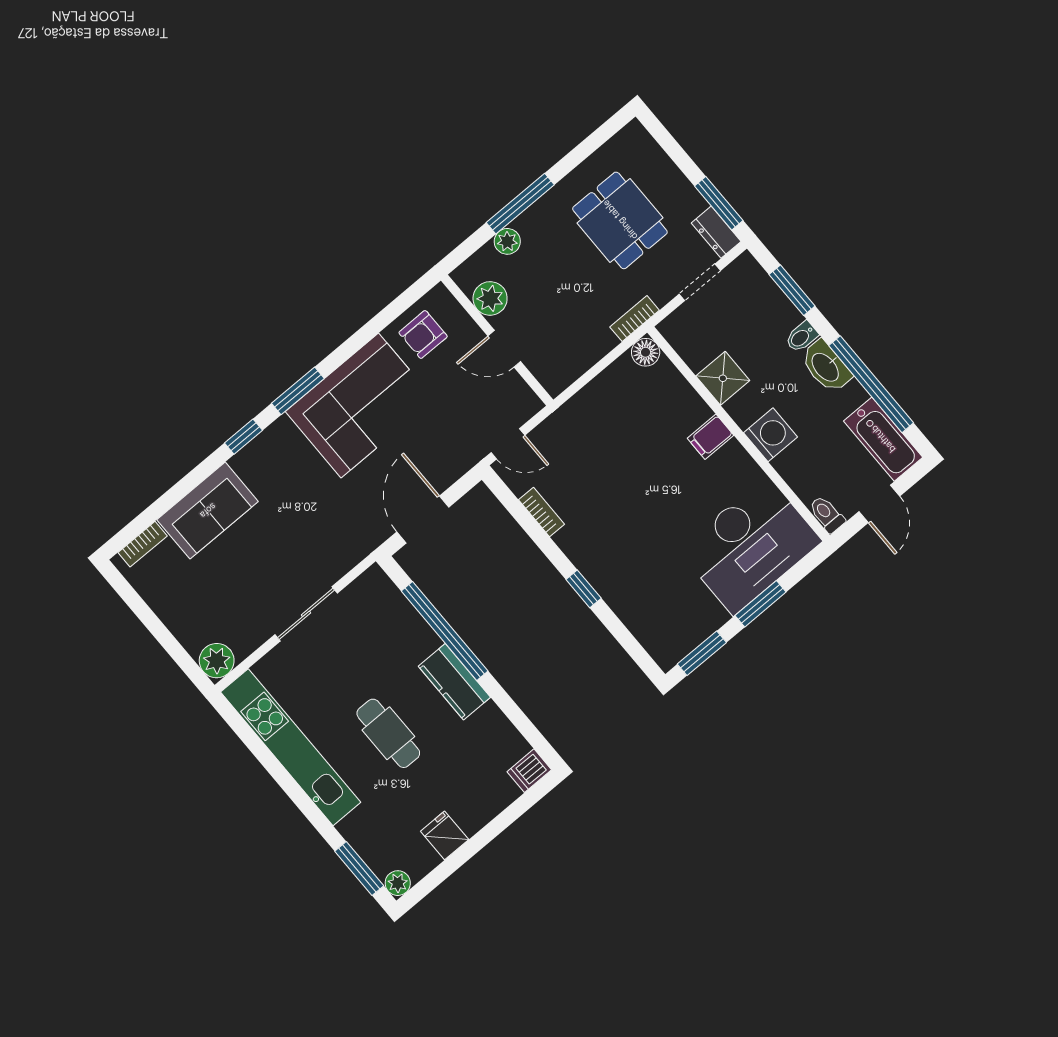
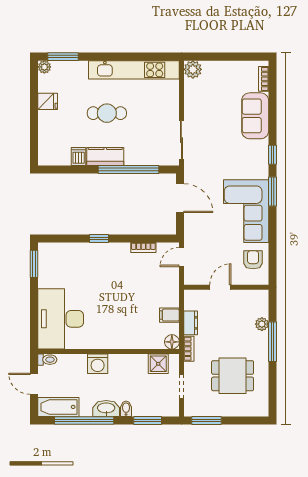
dresser: (716, 232) -> (191, 323), moved, turned 90
plant: (490, 298) -> (245, 298), removed
shower: (723, 378) -> (158, 364), moved
filing cabinet: (710, 437) -> (169, 315), moved, turned -90
window: (761, 604) -> (34, 304), removed
sliding door: (306, 614) -> (181, 140), moved
dishwasher: (529, 771) -> (79, 156), moved

